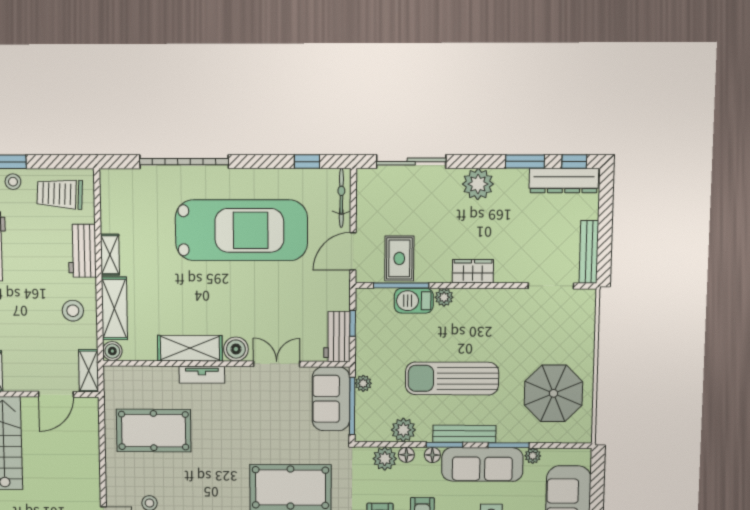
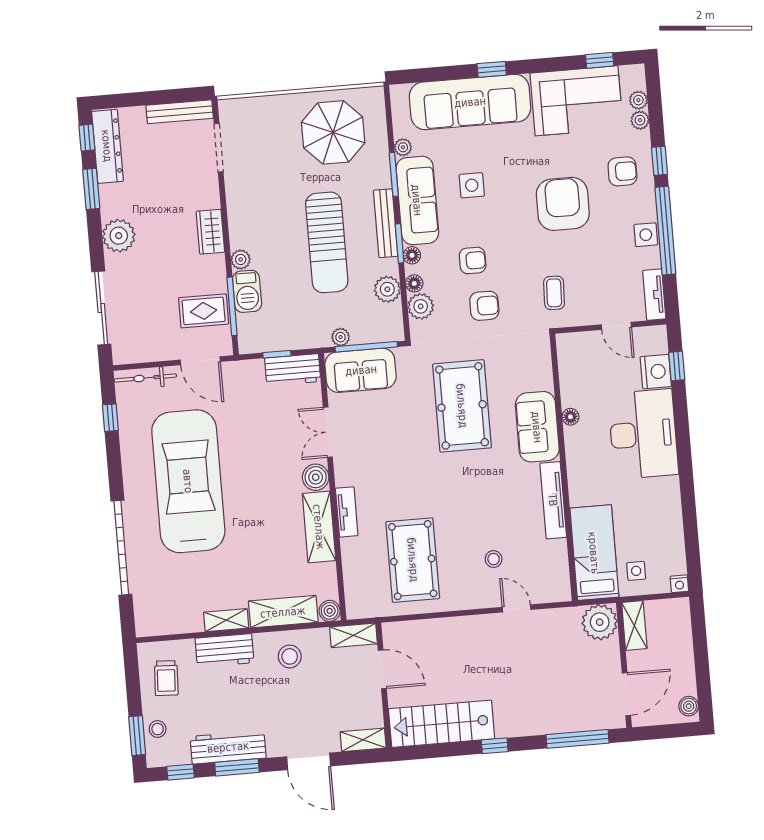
trolley: (60, 194) -> (166, 678), width x0.73, depth x0.72

